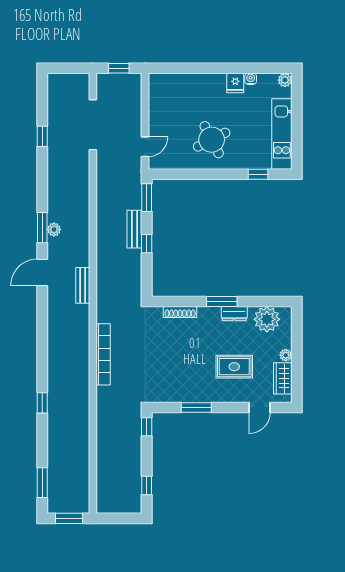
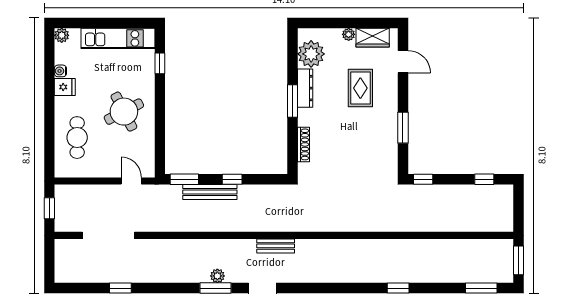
cafe table: (187, 95) -> (77, 138), added
bench: (134, 229) -> (210, 192), width x1.36
dresser: (234, 314) -> (305, 88), width x1.44
bookcase: (103, 354) -> (348, 225), removed

